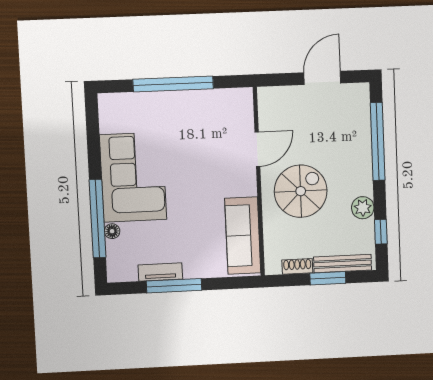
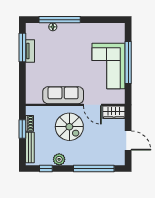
wardrobe: (270, 107) -> (114, 112), added
corner sofa: (133, 177) -> (109, 66), moved, turned 90
sofa: (243, 236) -> (63, 95), moved
window: (328, 278) -> (22, 129), moved
window: (174, 286) -> (22, 47), moved

